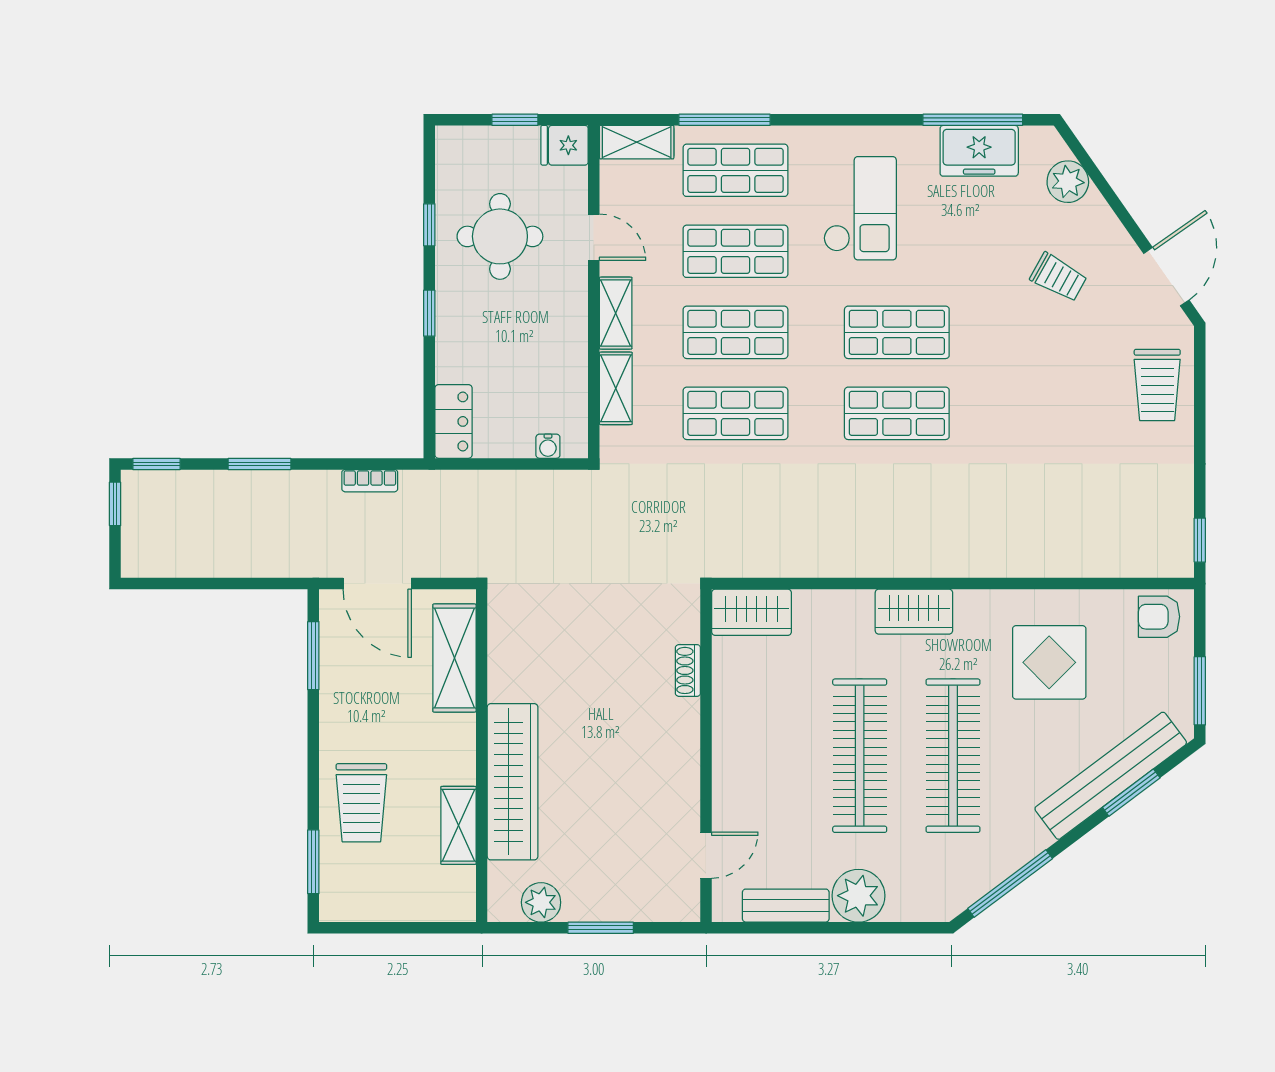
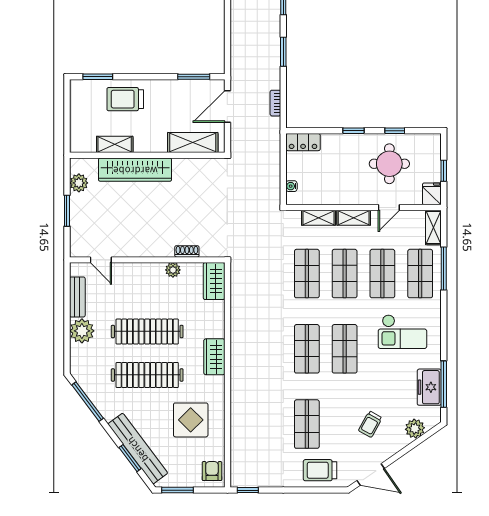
shop shelf: (1058, 413) -> (307, 424), added
plant: (728, 700) -> (173, 270), added

